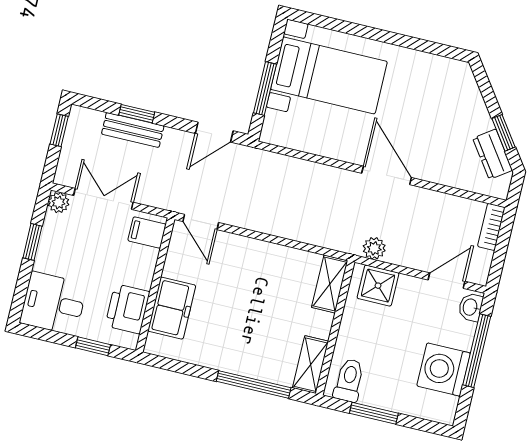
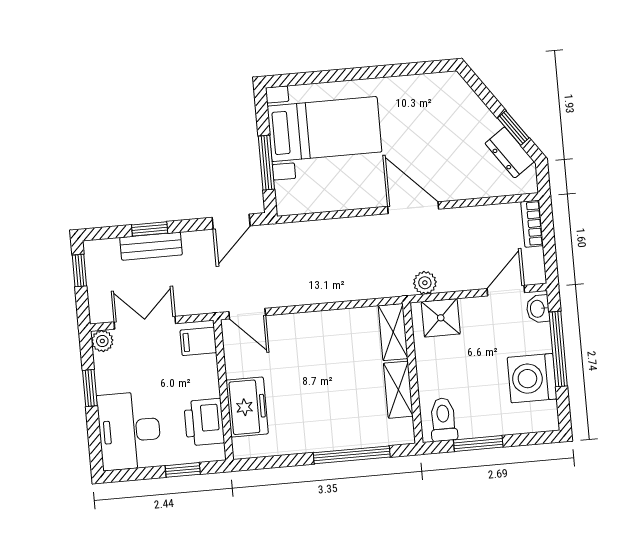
desk: (53, 303) -> (129, 431), width x1.37
shelving: (310, 365) -> (398, 390), moved

